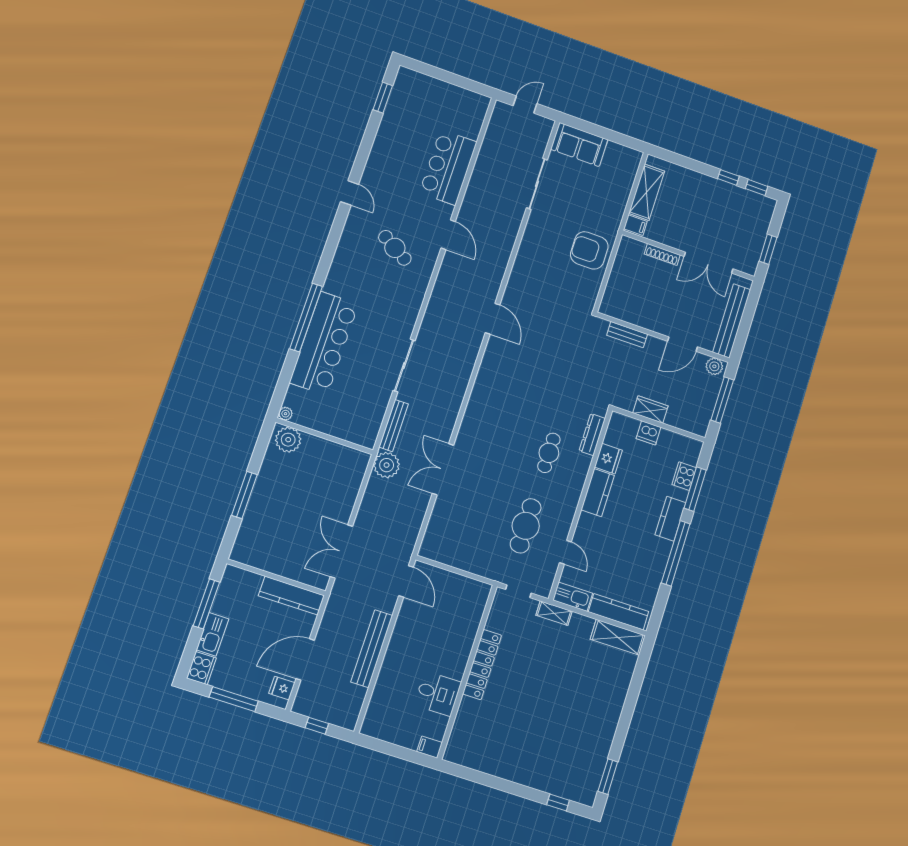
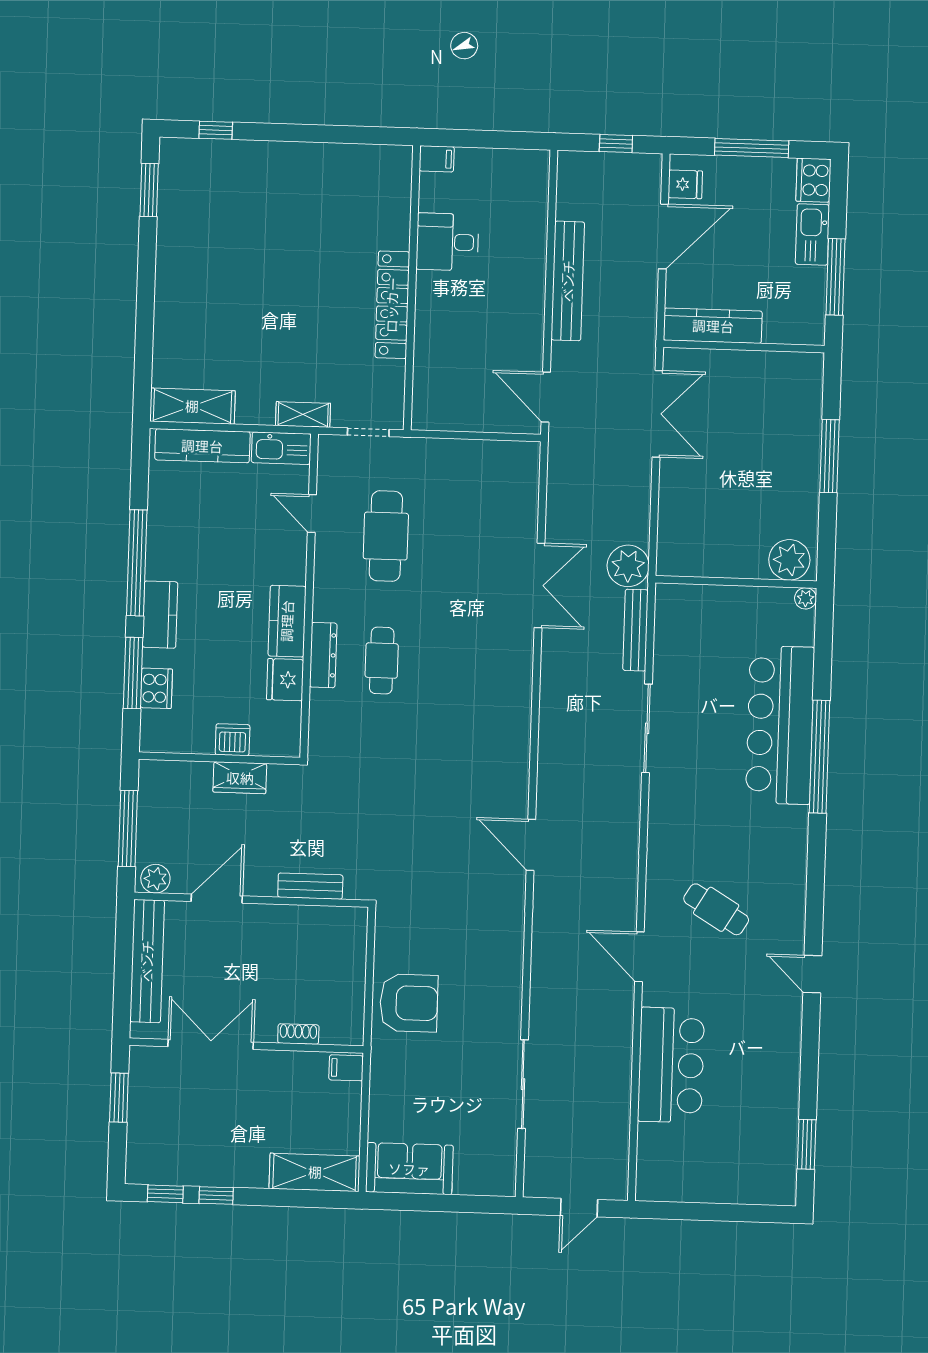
sofa: (579, 144) -> (409, 1169), moved
shelving: (647, 192) -> (315, 1172), moved, turned 90
shoe rack: (662, 254) -> (298, 1034), width x0.70
dresser: (592, 435) -> (323, 655), moved

